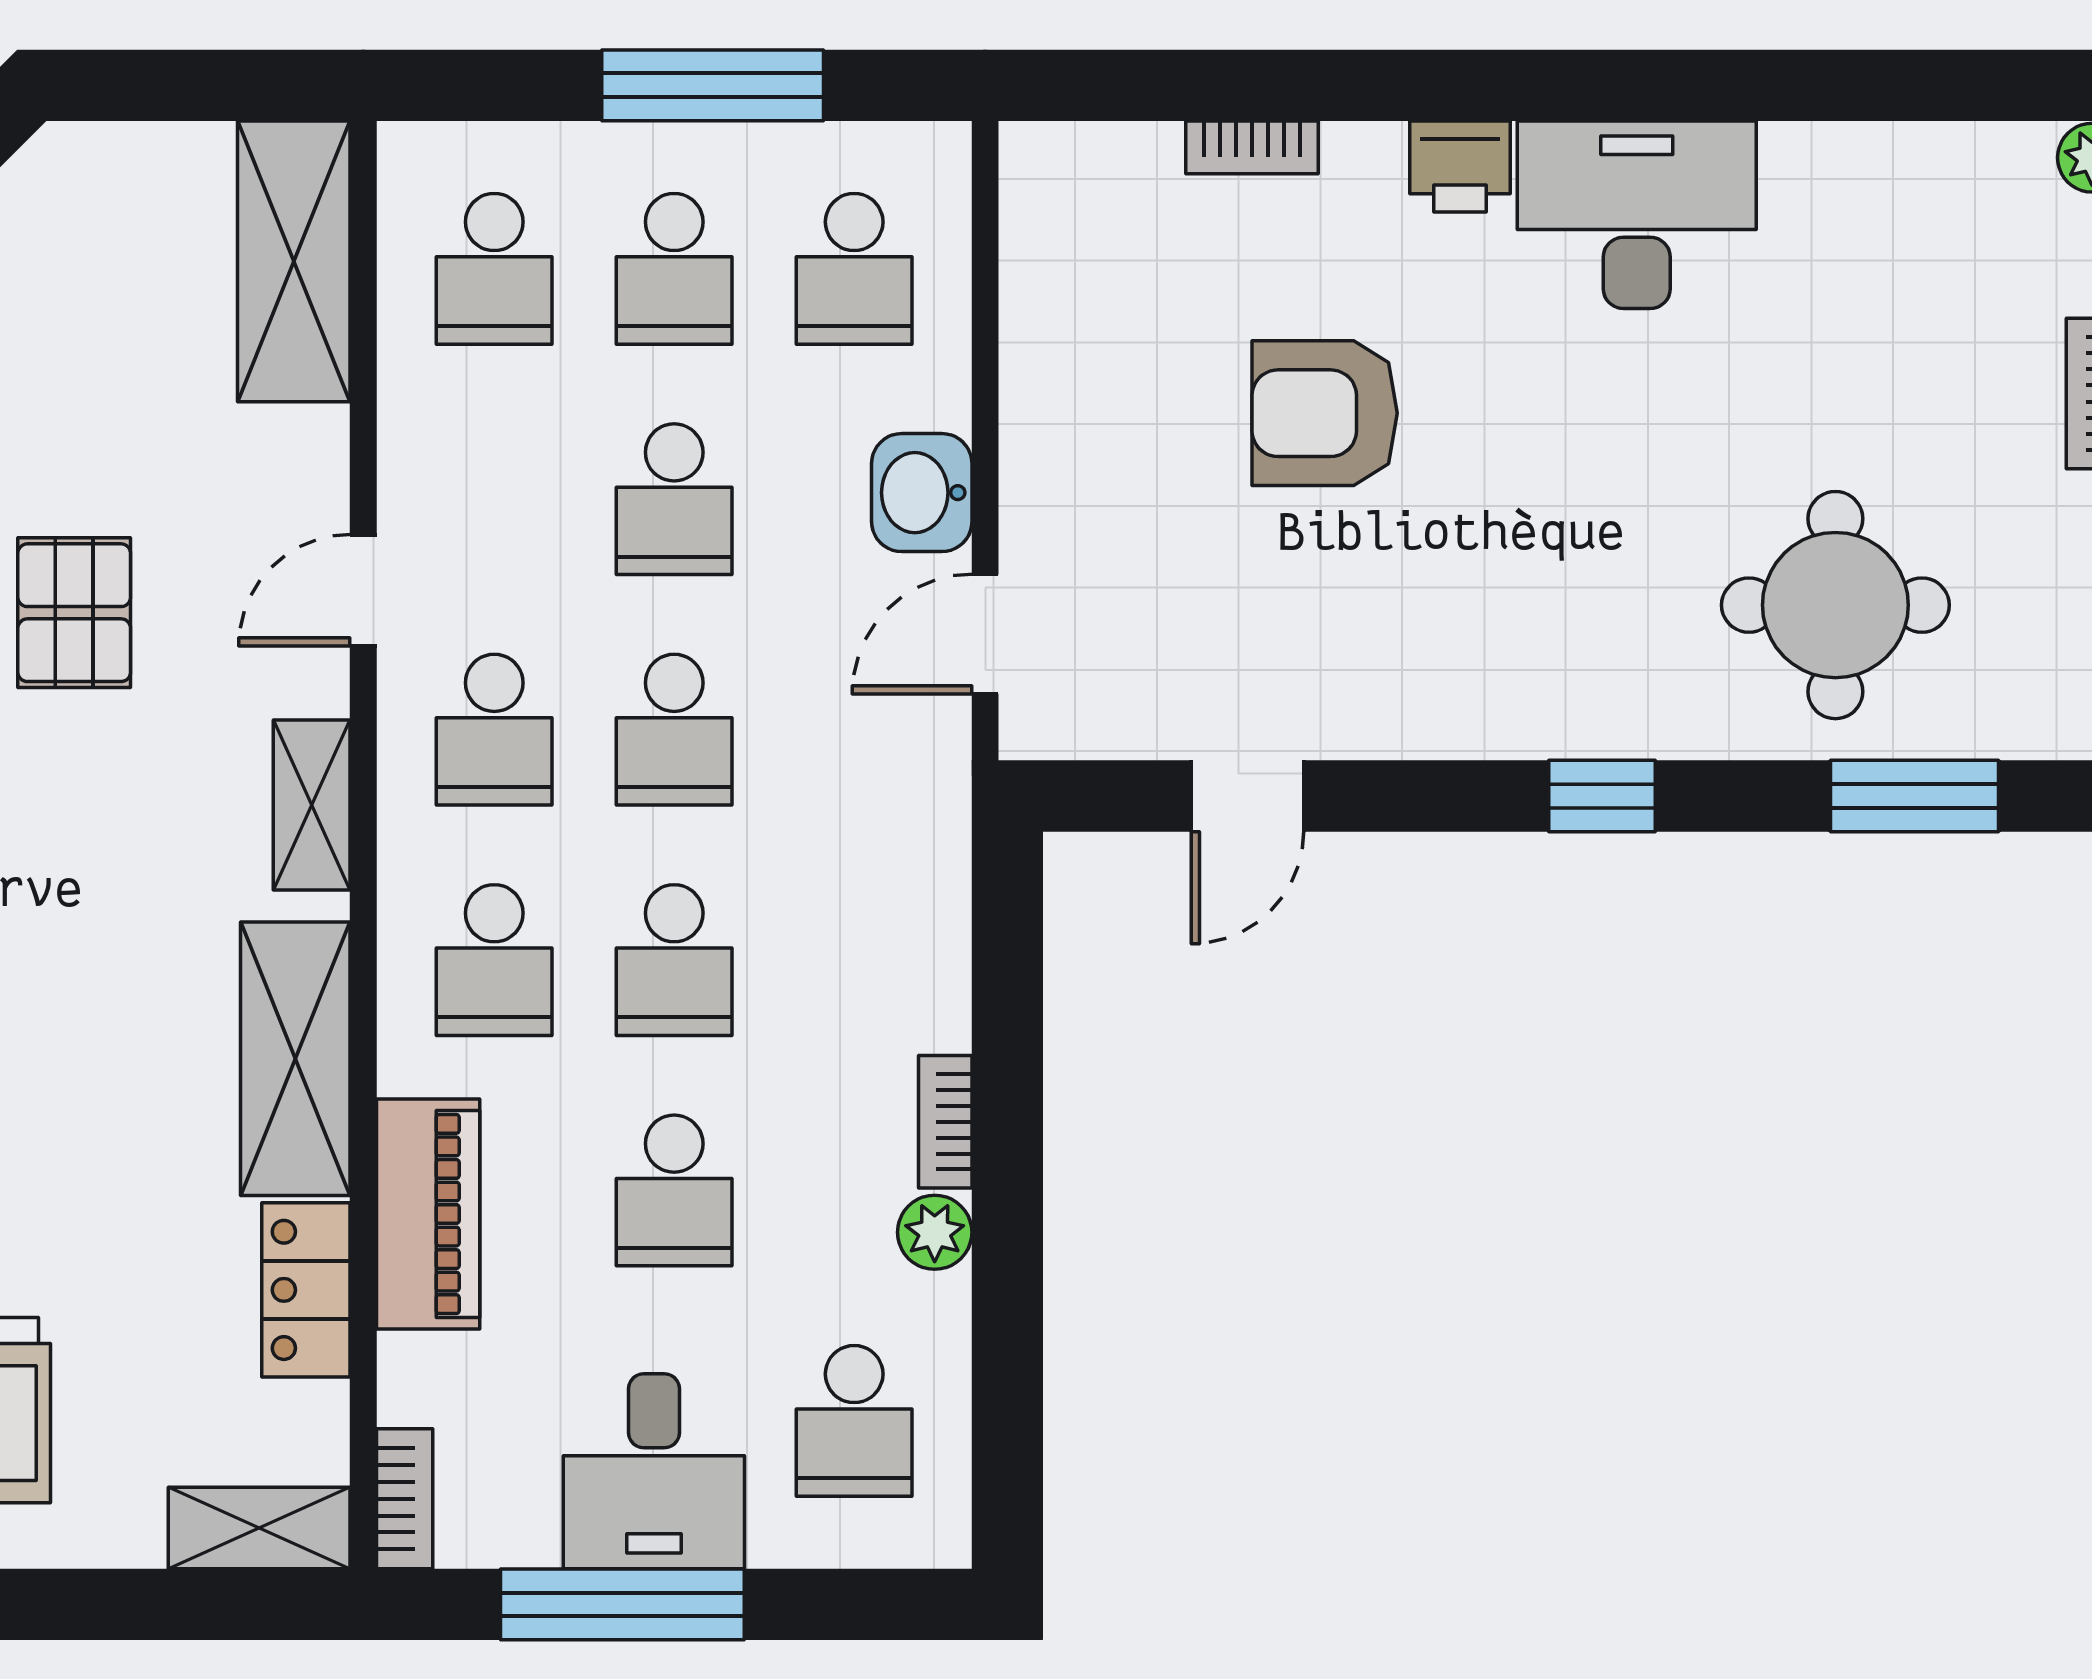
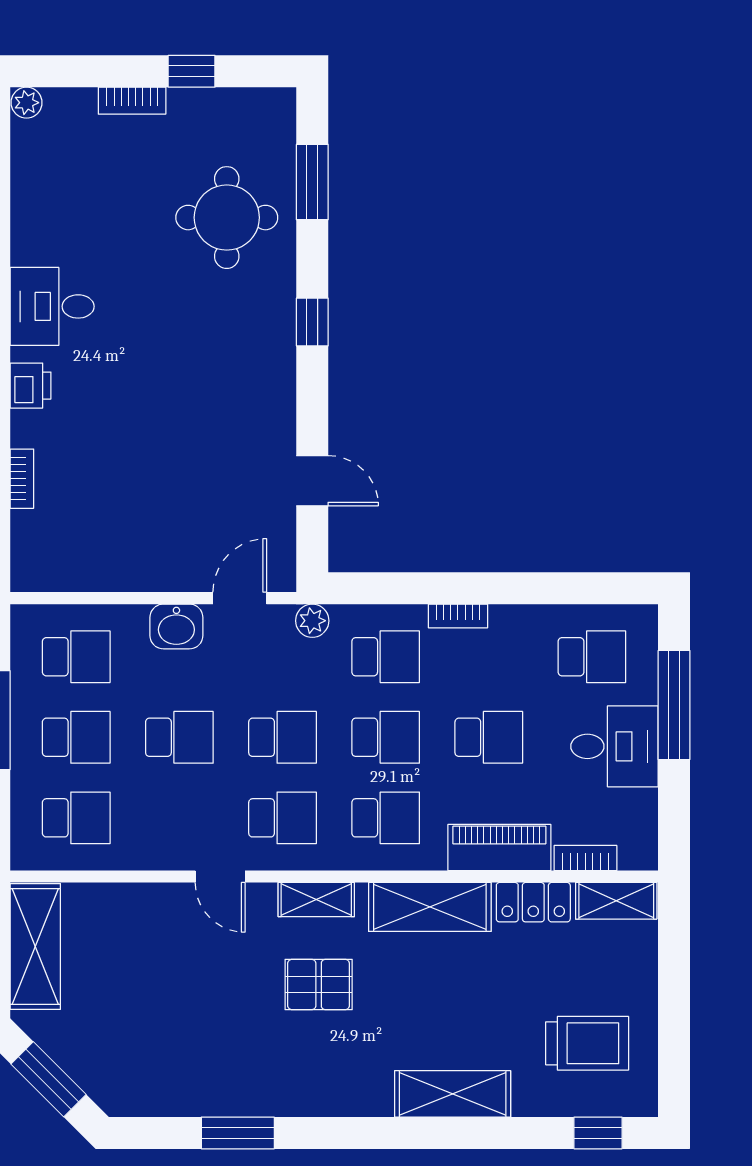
desk: (1637, 215) -> (52, 306), width x0.73
shelving: (294, 261) -> (35, 946), moved, turned 90
armchair: (1325, 413) -> (141, 446), removed
pallet: (74, 613) -> (319, 985), moved
door: (985, 634) -> (240, 598), swing flipped
school desk: (854, 960) -> (386, 657), added
plant: (935, 1232) -> (312, 621), moved
bookcase: (405, 1499) -> (585, 858), moved
shelving: (259, 1528) -> (616, 901), moved, turned 90
window: (622, 1604) -> (674, 705), moved

